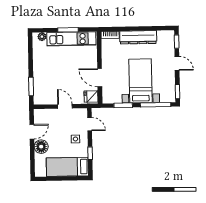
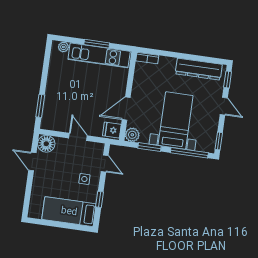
dresser: (138, 37) -> (199, 69), moved
door: (100, 78) -> (126, 109), hinge flipped
plant: (108, 98) -> (132, 135), added
door: (32, 132) -> (32, 162), swing flipped
floor lamp: (41, 147) -> (46, 144), moved

